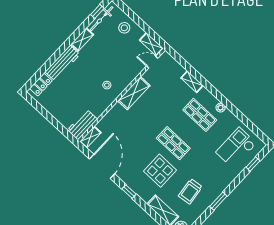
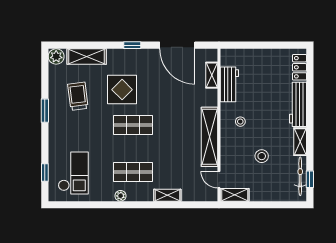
stool: (124, 28) -> (262, 156), moved
door: (152, 62) -> (219, 180), swing flipped
shelving: (134, 93) -> (209, 137), width x1.47
workbench: (82, 125) -> (229, 84), moved
shelving: (90, 137) -> (212, 75), moved

